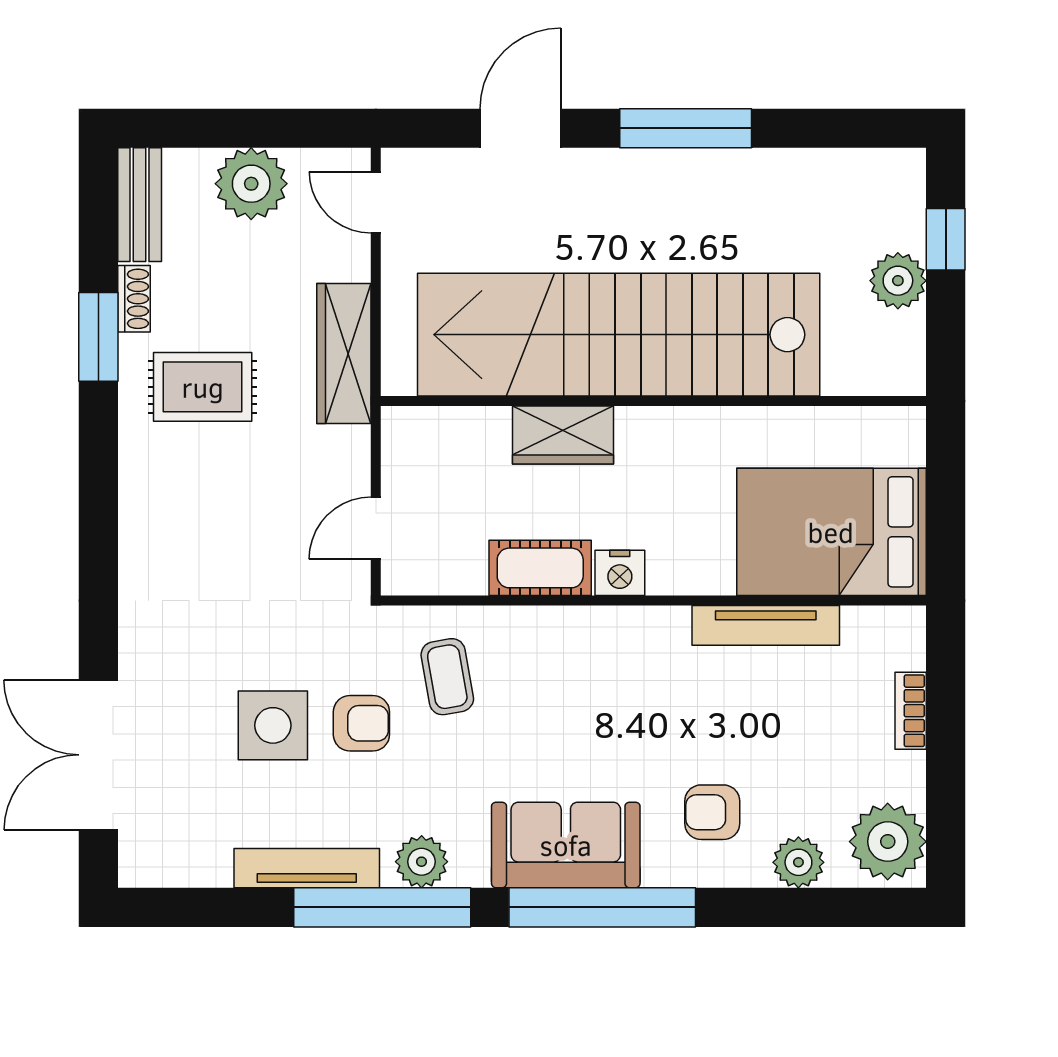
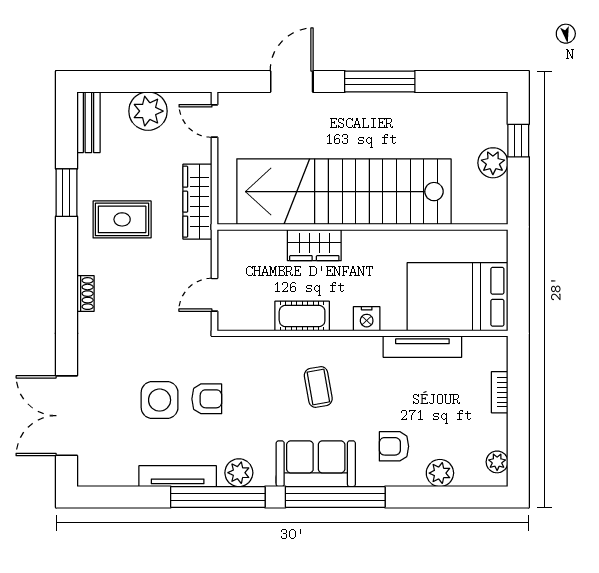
shoe rack: (134, 299) -> (85, 294), moved
nightstand: (620, 573) -> (367, 319), moved
coffee table: (447, 677) -> (318, 387), moved
plant: (888, 842) -> (497, 462), width x0.53, depth x0.53

